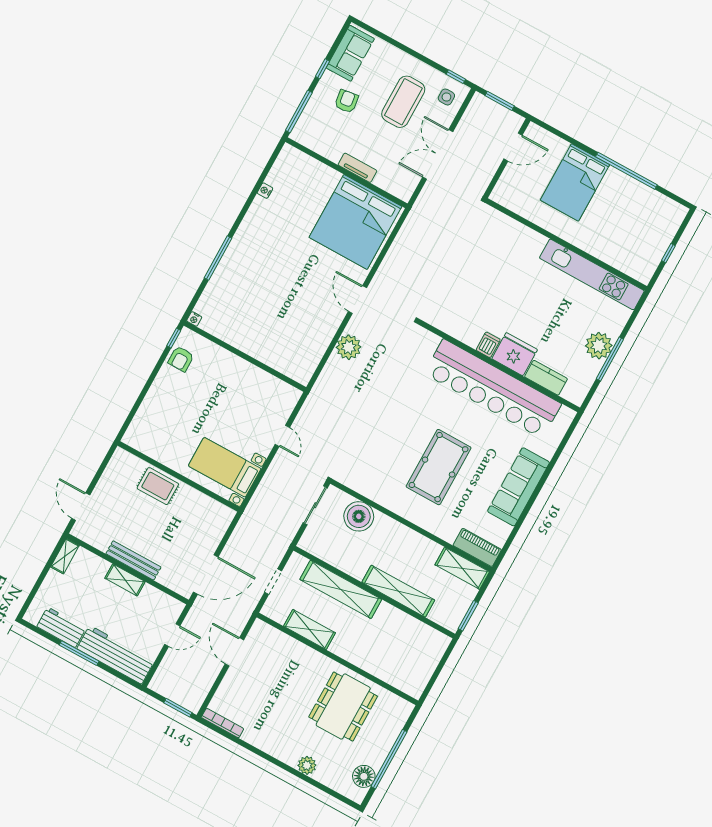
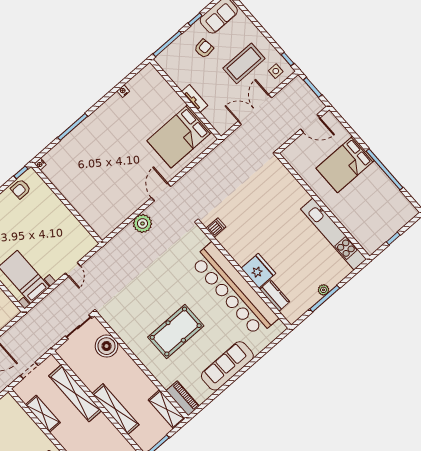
bed: (355, 222) -> (179, 136), width x0.73
dishwasher: (488, 345) -> (216, 228), moved
plant: (599, 346) -> (323, 290), width x0.53, depth x0.53

